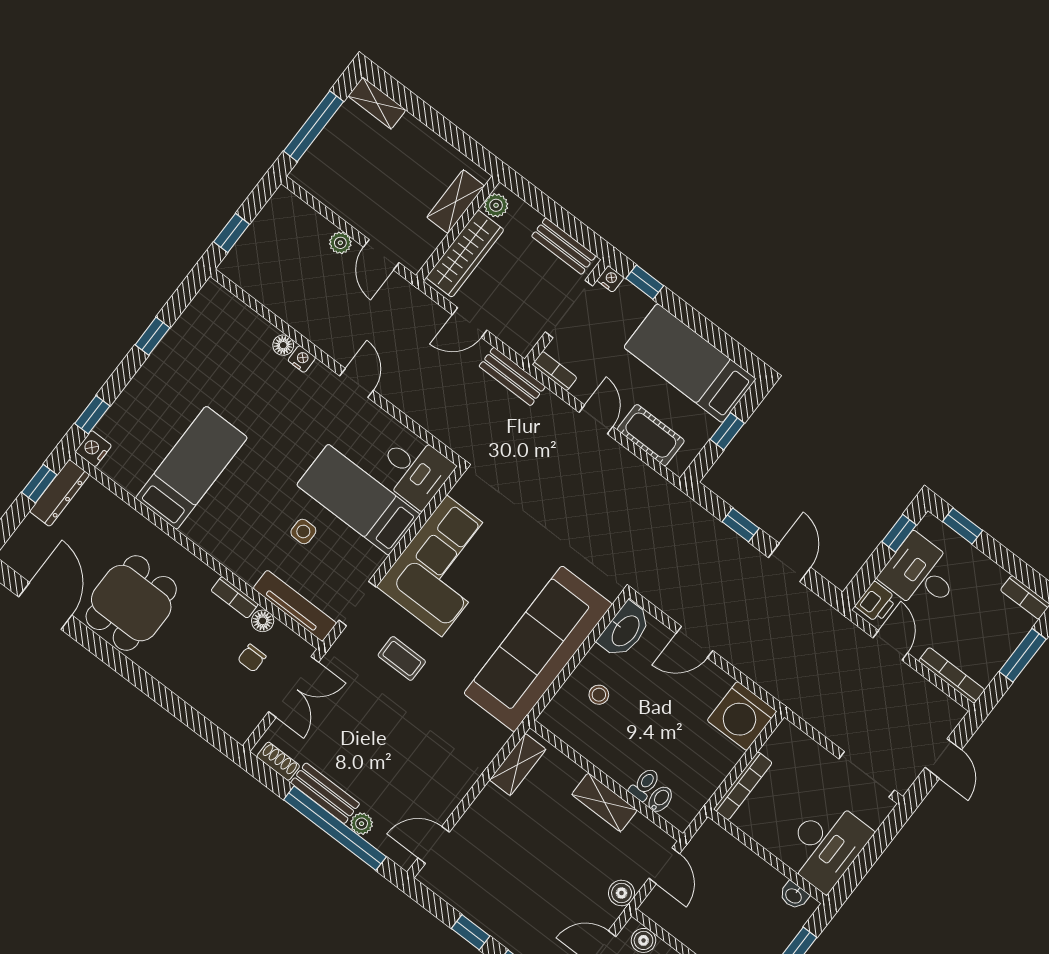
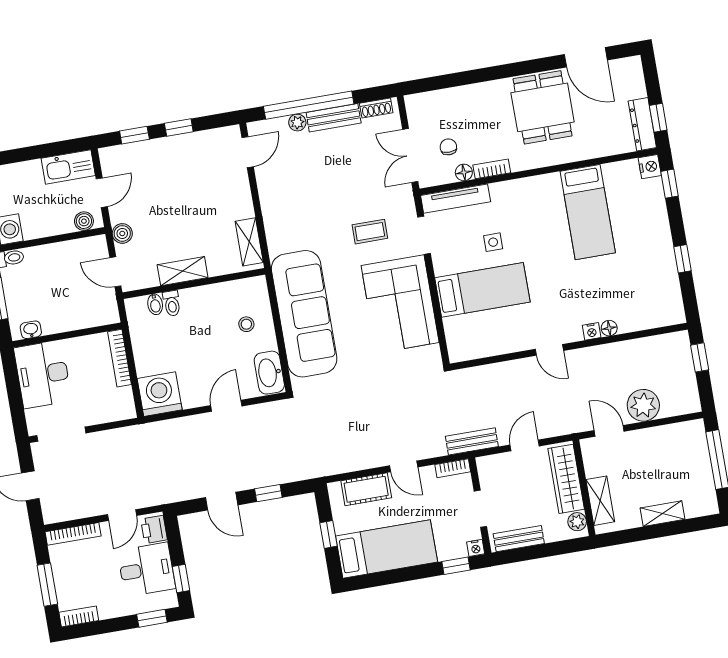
shelving: (377, 103) -> (663, 514), moved
plant: (340, 243) -> (643, 405), width x1.88, depth x1.88
doorway: (569, 309) -> (480, 509), width x0.73
desk: (415, 470) -> (470, 337), removed
door: (890, 645) -> (122, 515), hinge flipped

